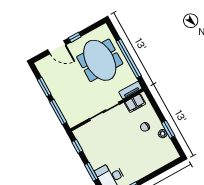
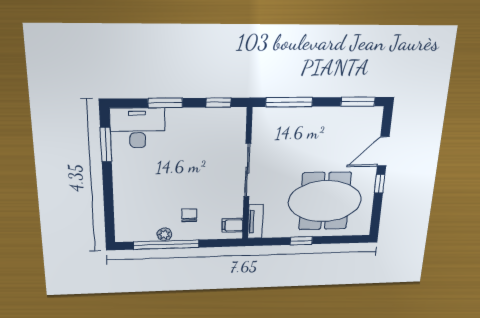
window: (129, 58) -> (301, 241), width x0.32
window: (44, 87) -> (358, 102), moved
filing cabinet: (135, 103) -> (233, 225), width x0.50
window: (168, 129) -> (166, 245), width x2.11

